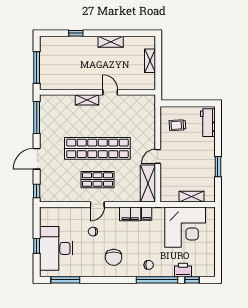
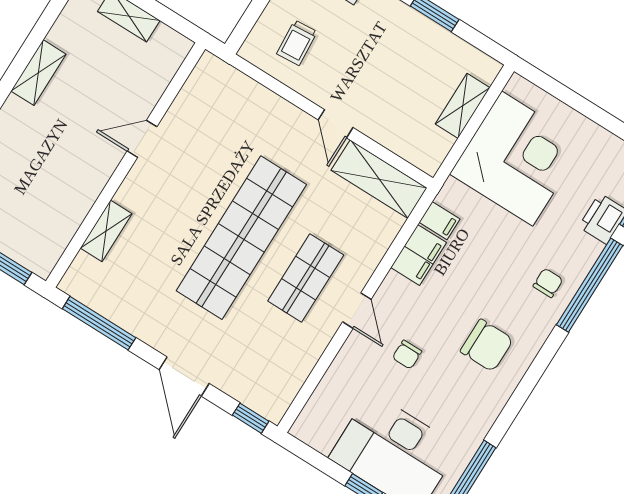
shelving: (87, 100) -> (106, 231), moved

